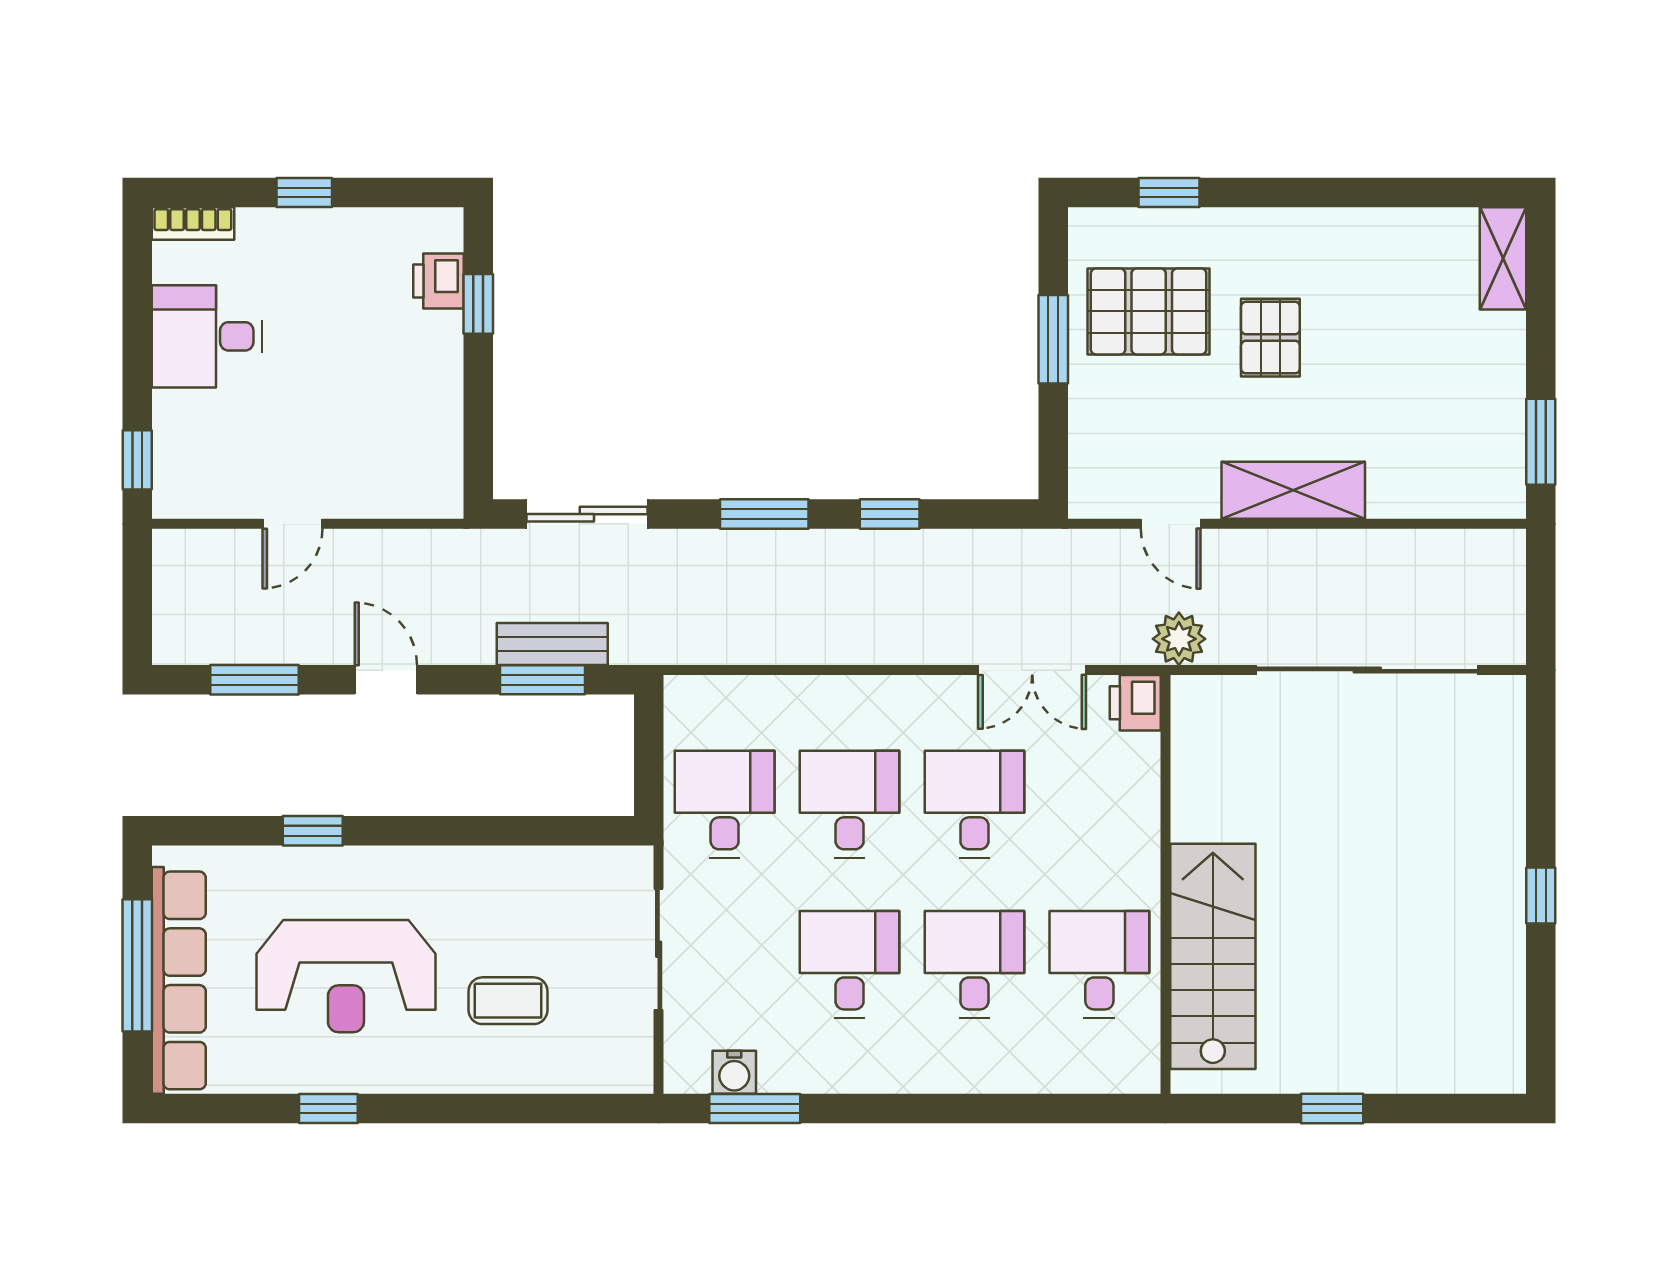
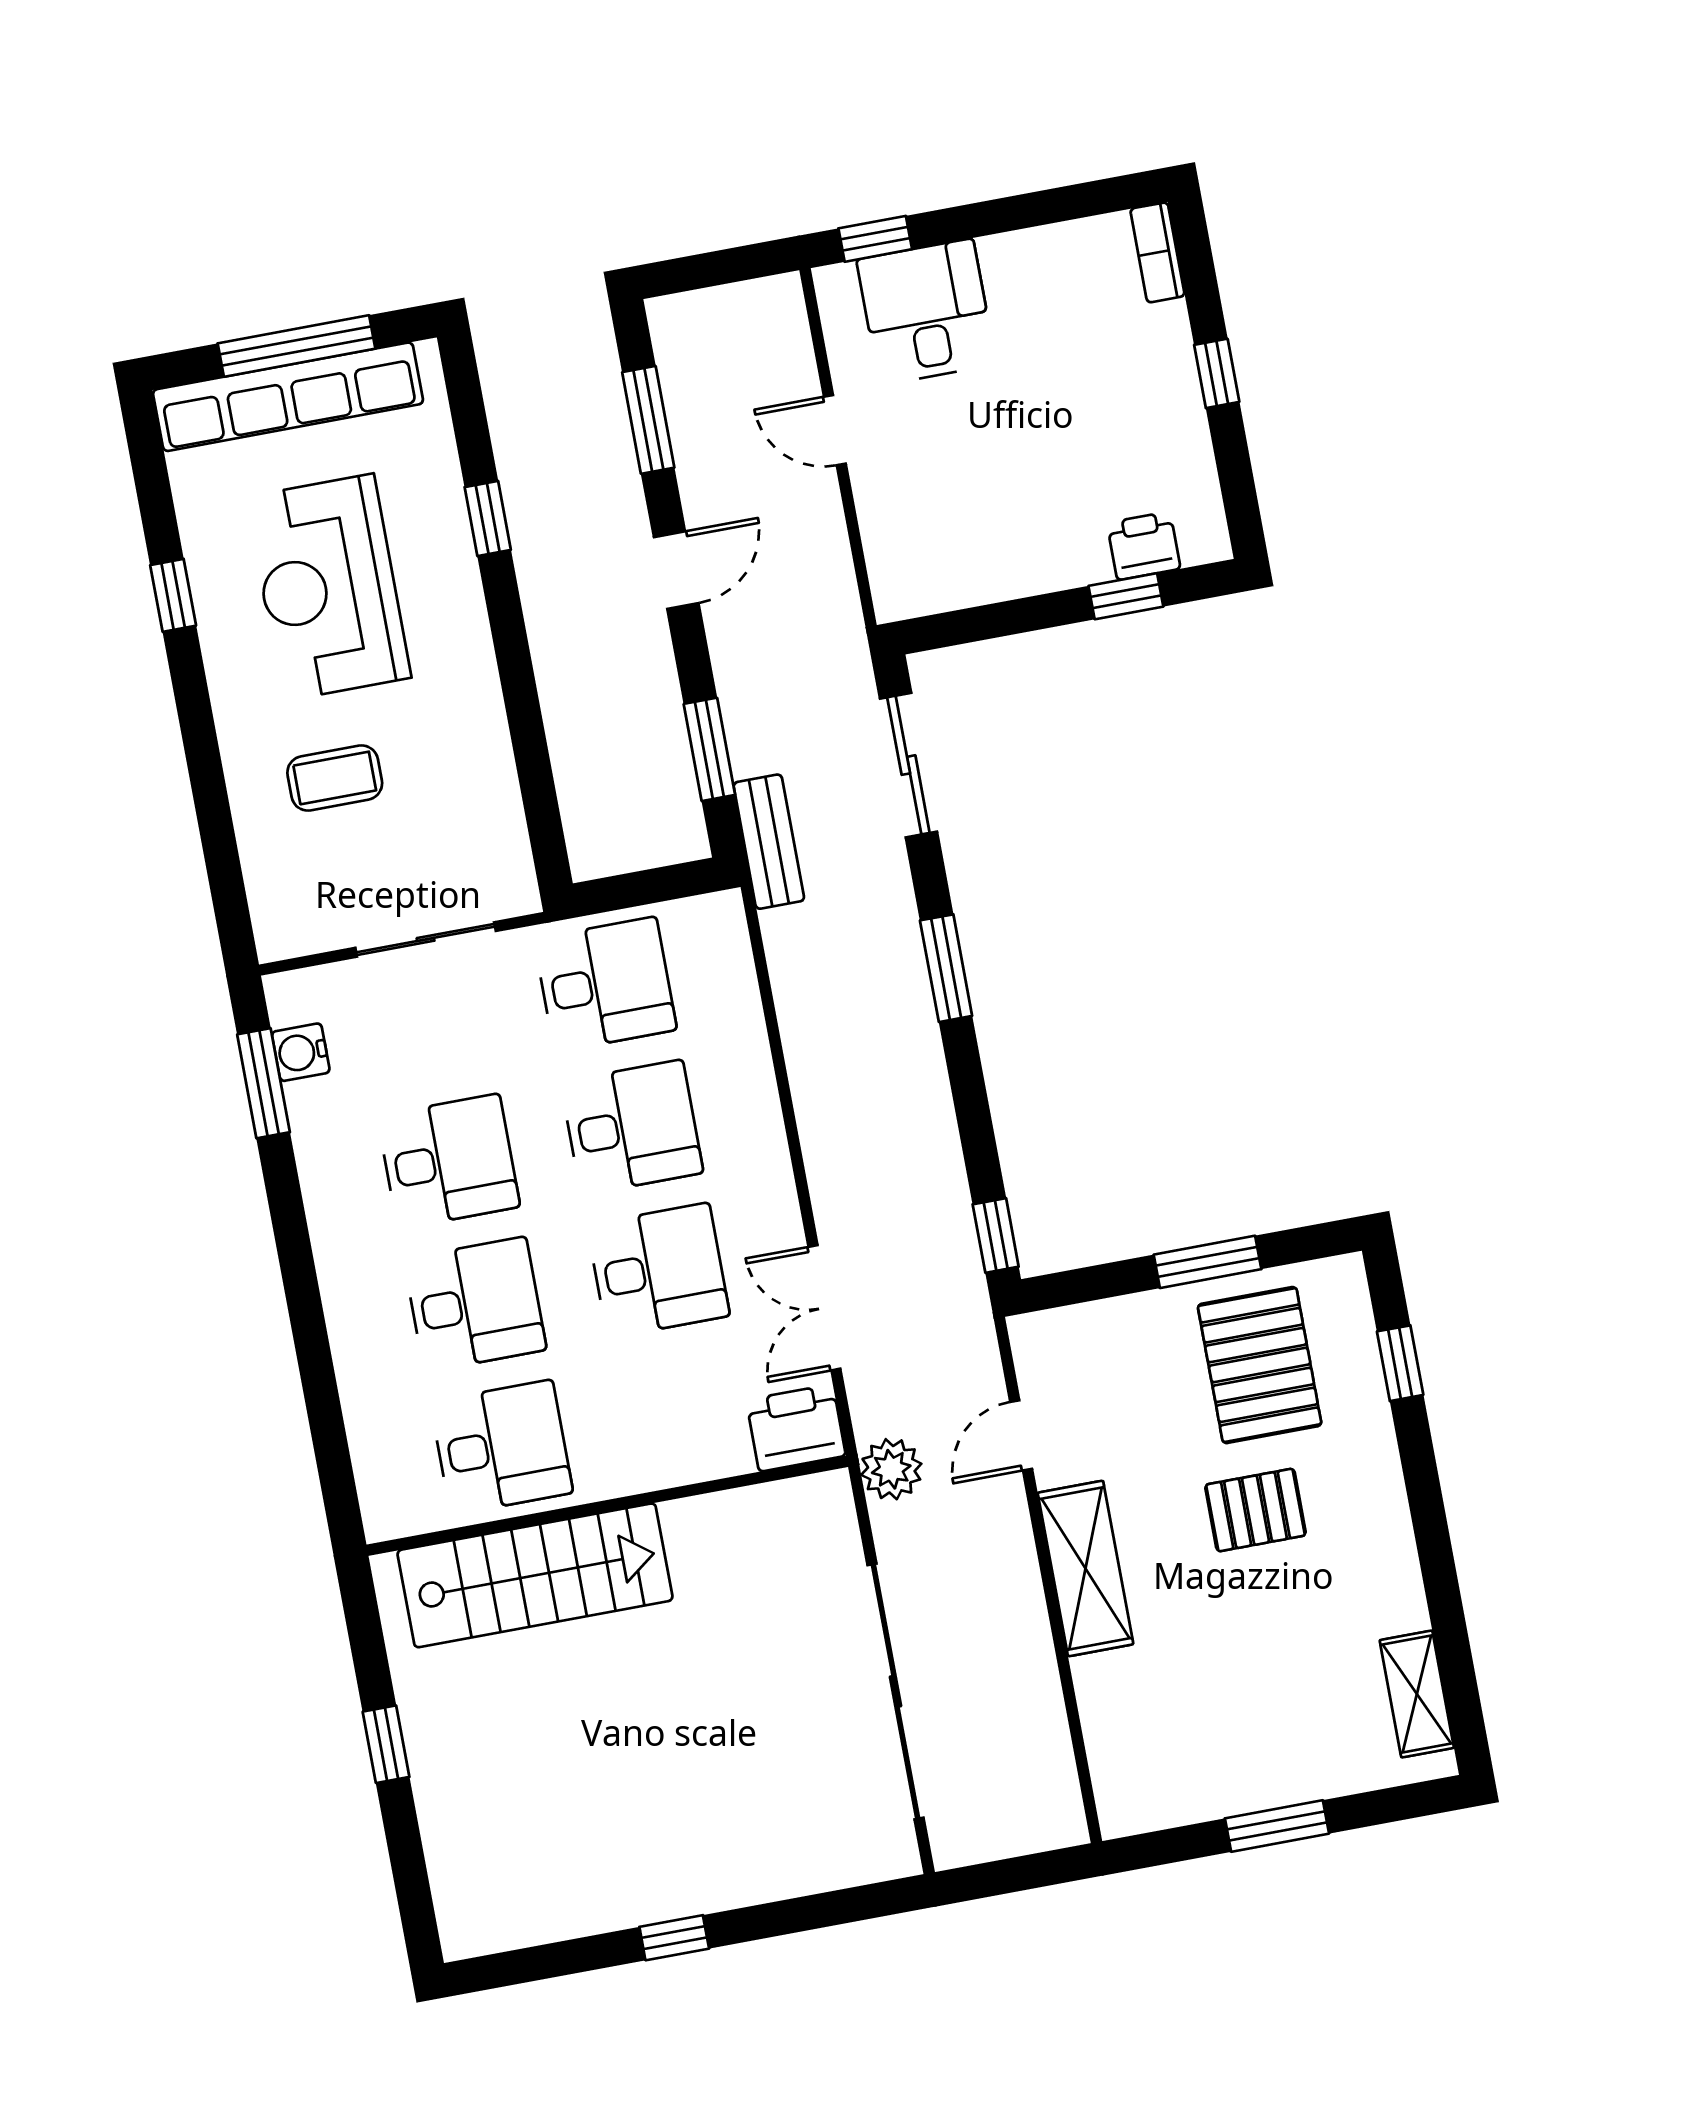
shelving: (1503, 258) -> (1417, 1694), moved, turned 90
desk: (207, 336) -> (926, 312), moved
window: (1541, 442) -> (1277, 1826), moved
window: (890, 514) -> (996, 1235), moved
bench: (552, 644) -> (769, 842), moved
printer: (1135, 703) -> (796, 1428), width x1.36, depth x1.24
coffee table: (508, 1001) -> (335, 778), turned 90

